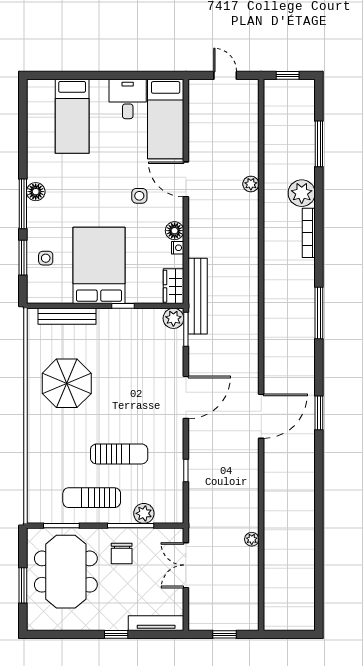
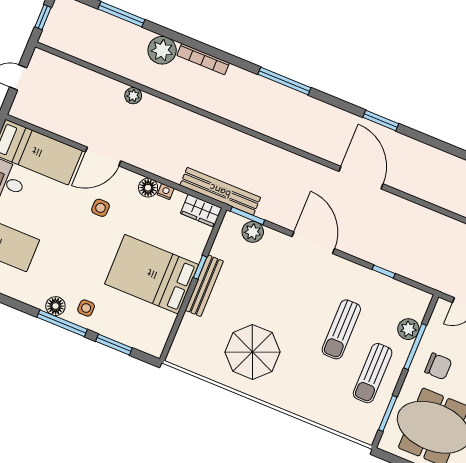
side table: (46, 258) -> (86, 308), moved
bench: (67, 316) -> (204, 286), moved
plant: (173, 318) -> (253, 232), moved
sun lounger: (119, 454) -> (341, 329), turned 180

